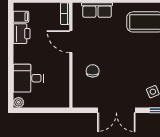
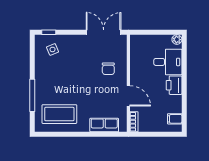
printer: (22, 34) -> (174, 85), moved
double door: (116, 110) -> (104, 32), moved

